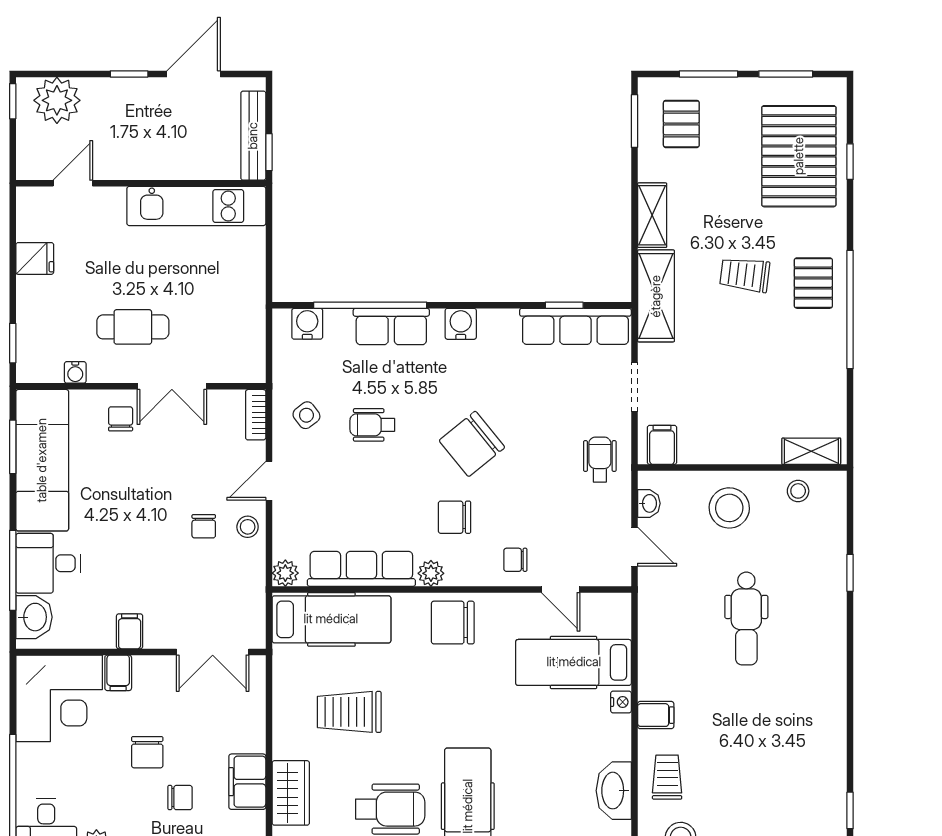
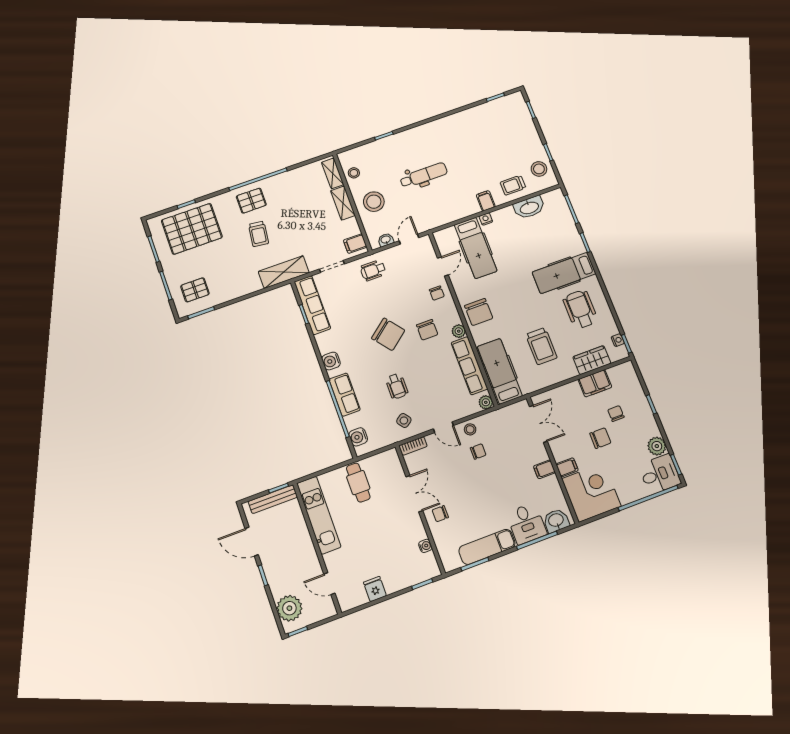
shelving: (652, 215) -> (343, 203), moved, turned 90
cafe table: (133, 327) -> (358, 483), moved
exam couch: (42, 460) -> (487, 547), width x0.73, depth x0.69

